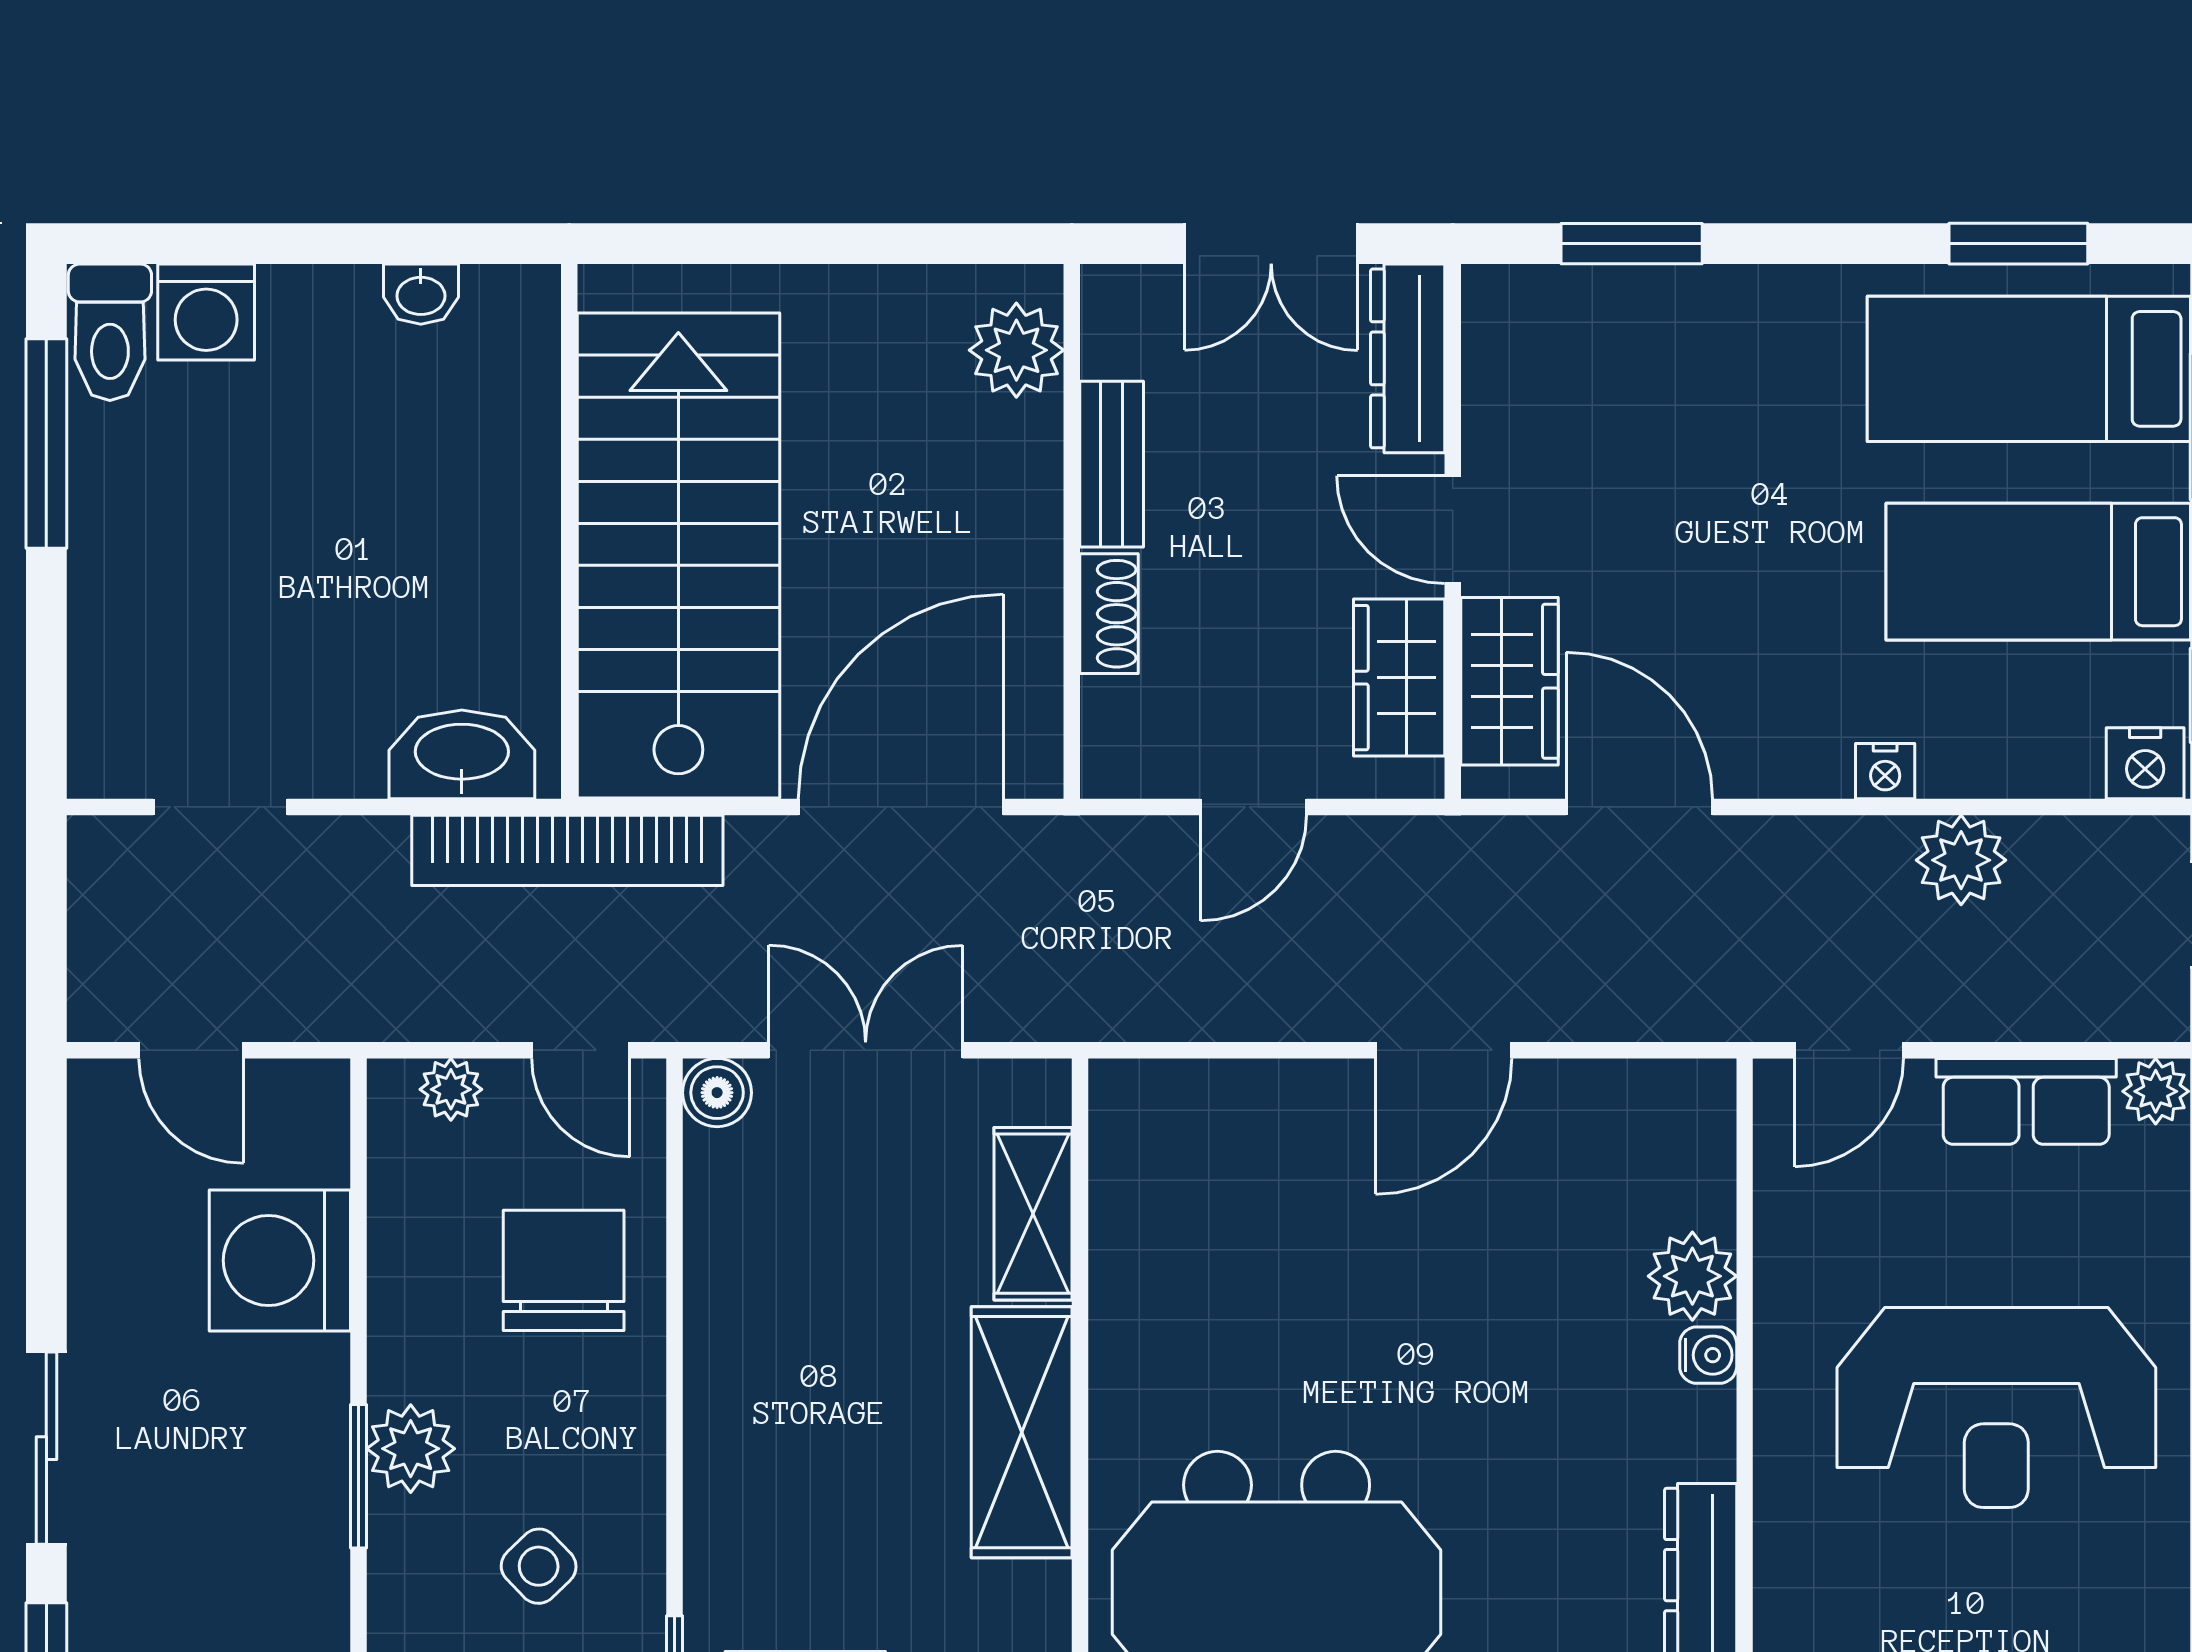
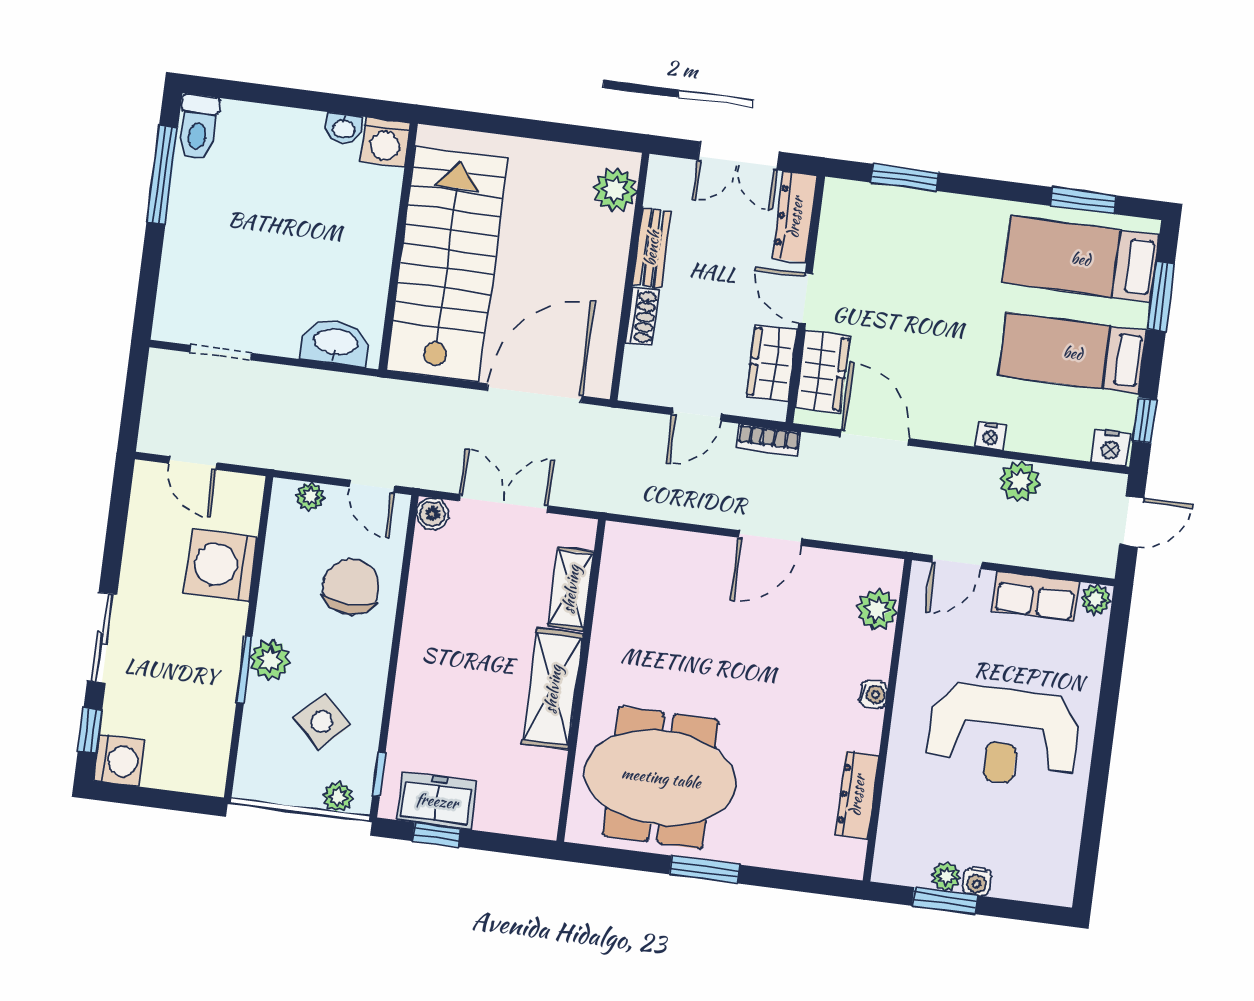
washing machine: (206, 312) -> (385, 142), moved
bookcase: (567, 850) -> (769, 440), moved, width x0.43, depth x0.76
plant: (1692, 1276) -> (877, 610), moved
side table: (539, 1566) -> (322, 722), width x1.37, depth x1.37

